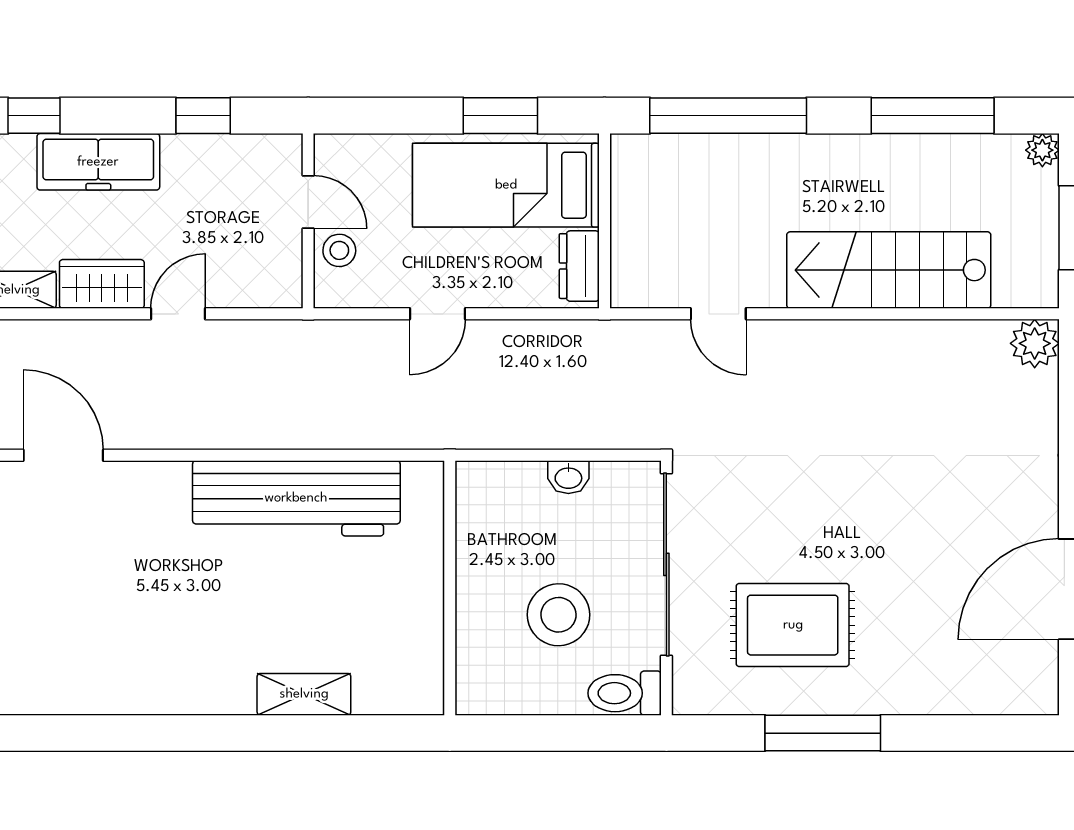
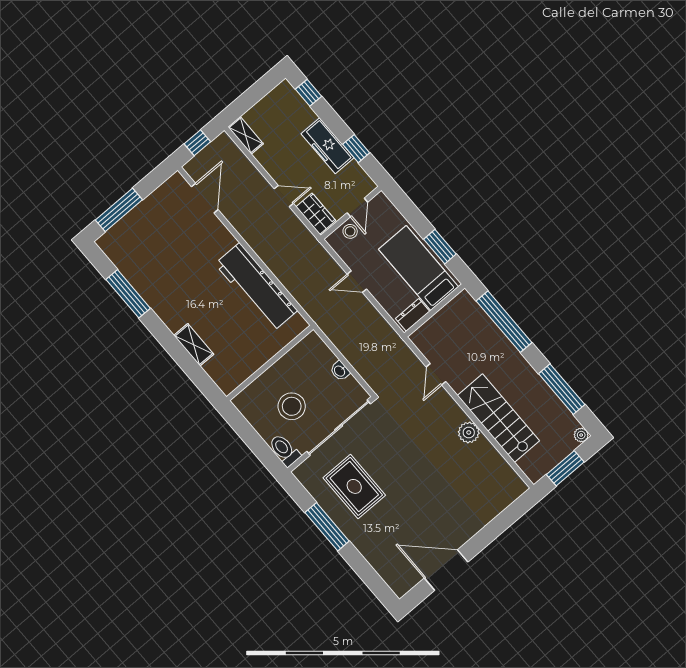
freezer: (98, 162) -> (327, 146), moved
wardrobe: (102, 284) -> (316, 214), moved
plant: (1035, 343) -> (469, 432), moved
window: (117, 733) -> (128, 294), added

